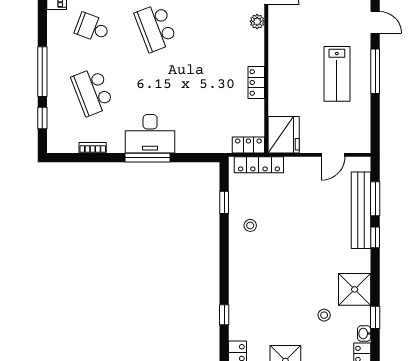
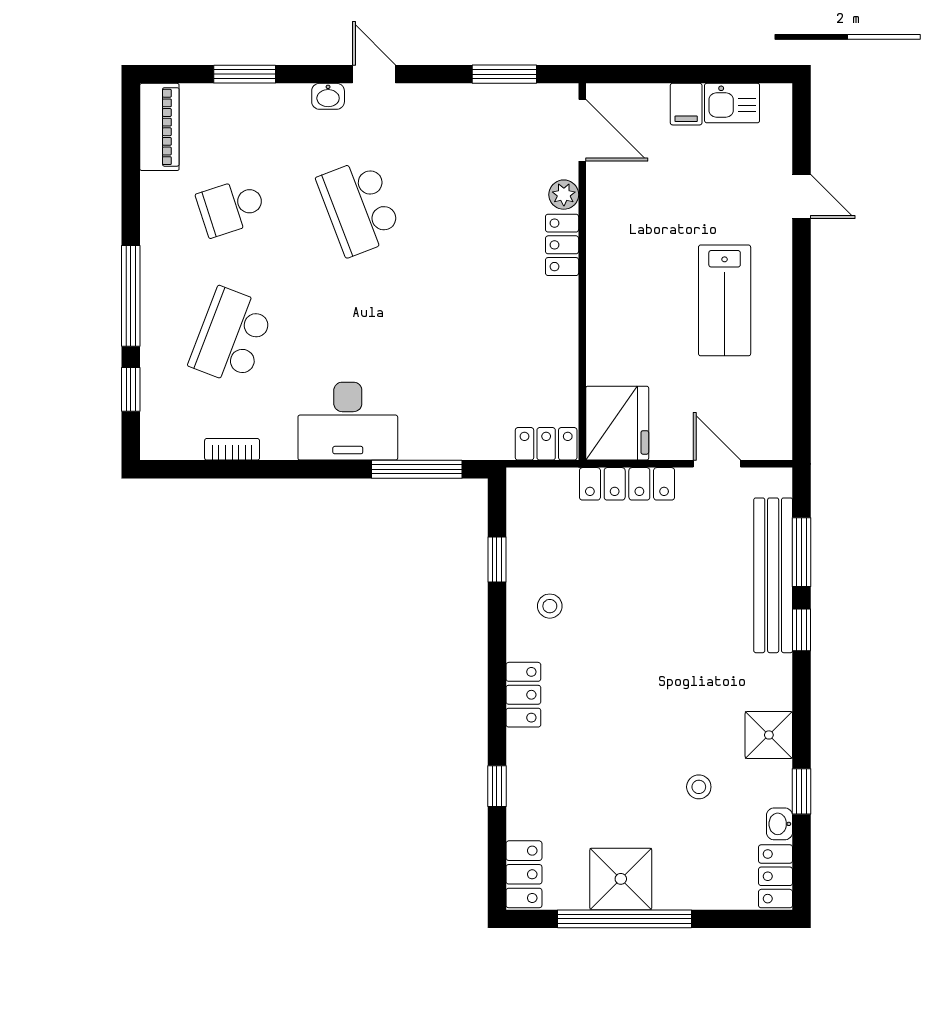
school desk: (92, 28) -> (231, 207), turned -39
window: (375, 71) -> (801, 295), removed
locker: (256, 82) -> (562, 245), moved
school desk: (92, 92) -> (231, 336), turned 42
door: (333, 155) -> (717, 464), swing flipped
window: (148, 158) -> (417, 469), moved
locker: (259, 165) -> (627, 484), moved
locker: (237, 269) -> (523, 695), added
shower: (355, 289) -> (769, 735), width x0.73, depth x0.73

